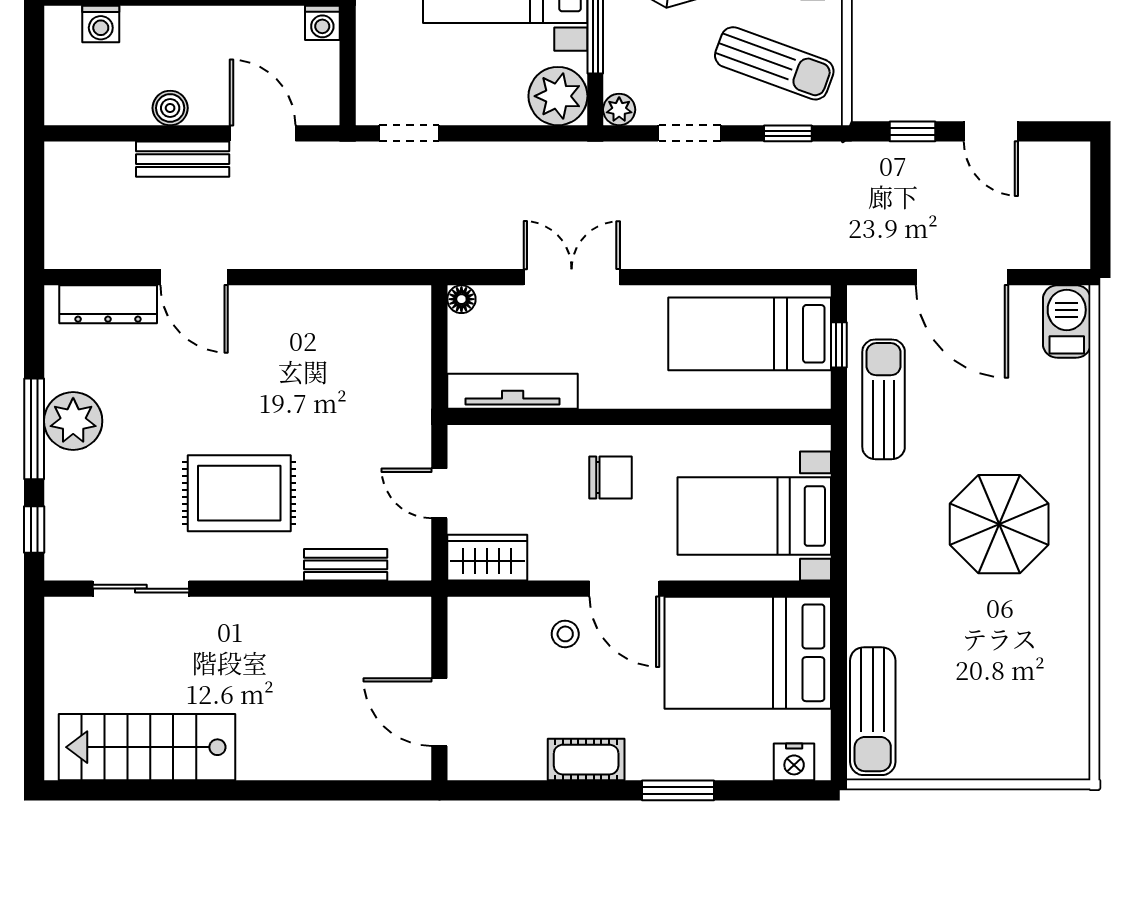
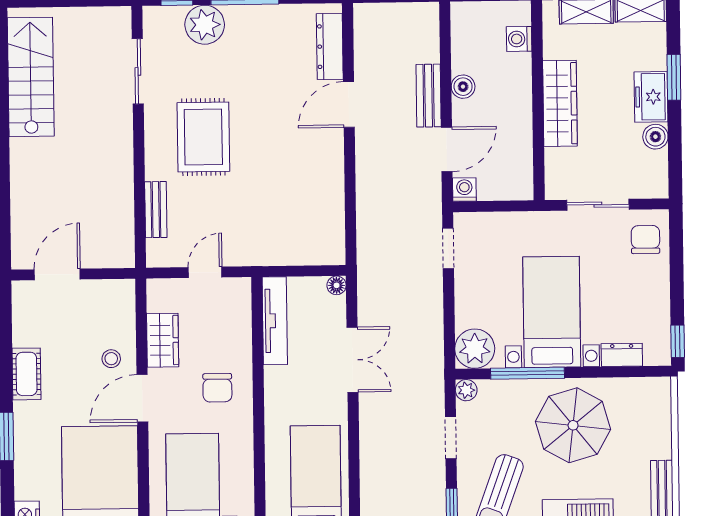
washing machine: (322, 23) -> (464, 190), moved, turned 90
plant: (73, 421) -> (205, 25), moved
wardrobe: (487, 558) -> (163, 340), moved

